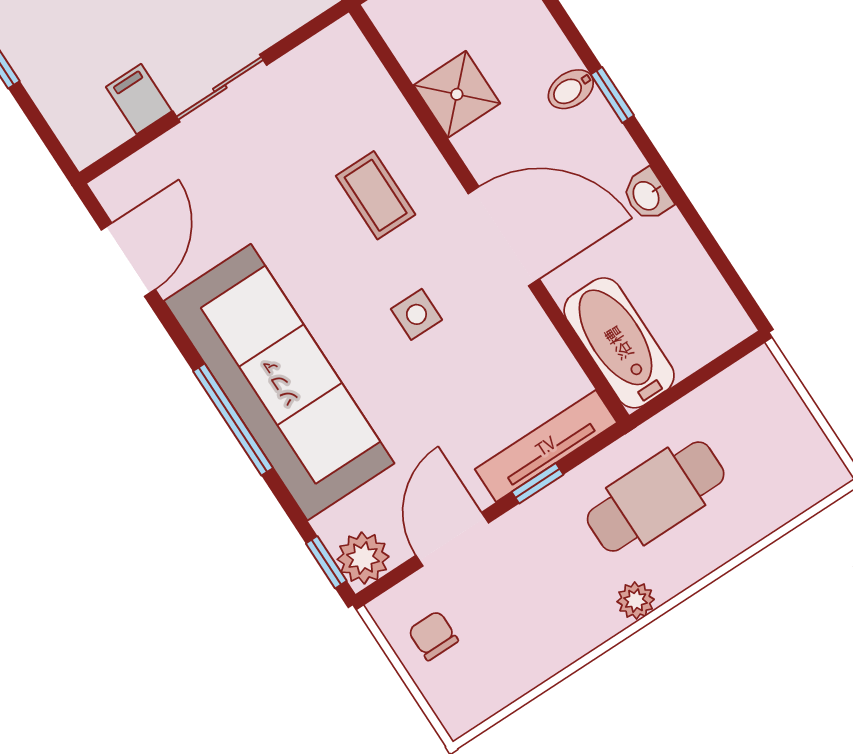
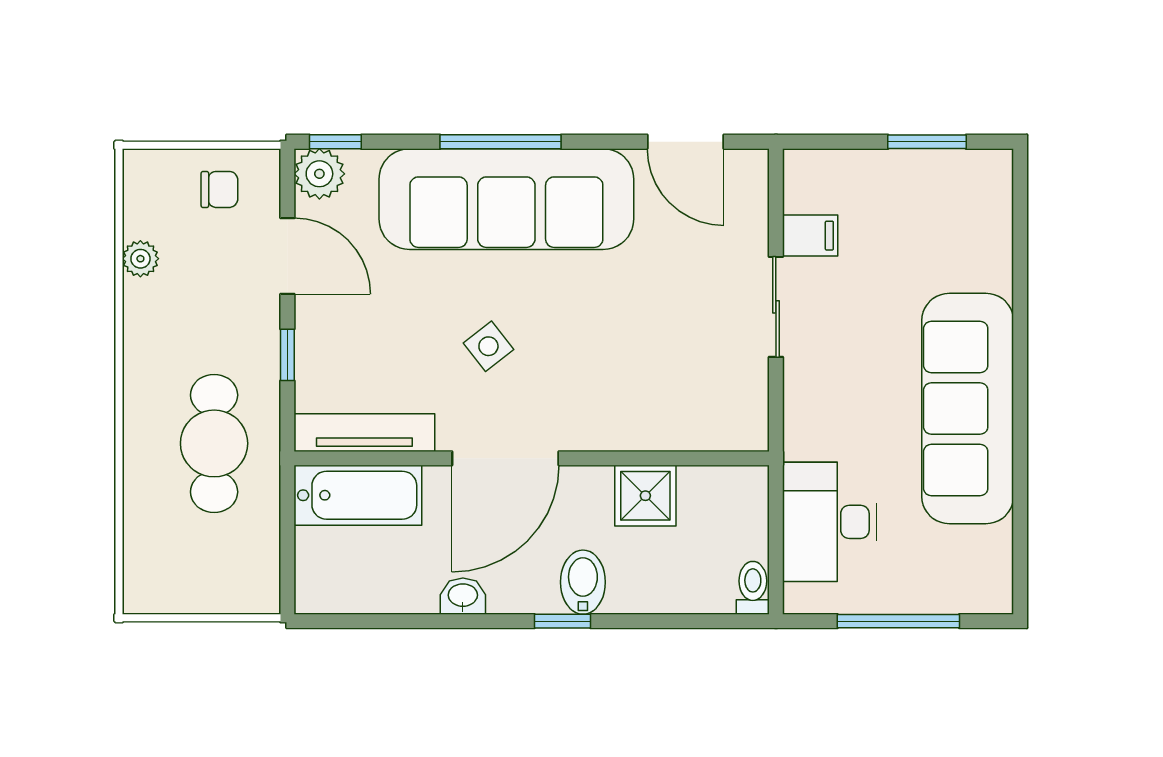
bidet: (571, 89) -> (583, 582), width x1.38, depth x1.36
coffee table: (376, 195) -> (607, 376), removed
side table: (416, 314) -> (488, 346), turned -38
tv unit: (546, 446) -> (364, 433), moved, turned -90
plant: (636, 601) -> (140, 259), moved

